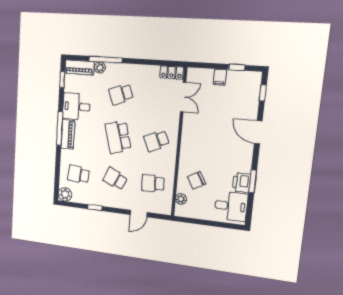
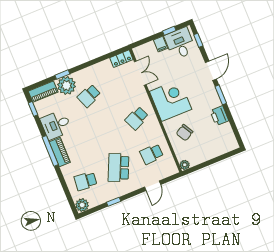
window: (105, 60) -> (62, 75), width x0.46
plant: (100, 67) -> (66, 85), width x1.88, depth x1.88
door: (258, 132) -> (211, 71), swing flipped
school desk: (118, 137) -> (104, 132), removed
corner desk: (200, 141) -> (171, 100), added
school desk: (115, 179) -> (119, 168), width x1.85
window: (253, 181) -> (221, 95), moved
plant: (181, 199) -> (185, 165), moved
desk: (231, 206) -> (180, 43), moved, turned -90

